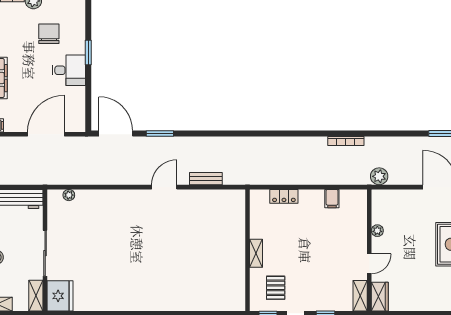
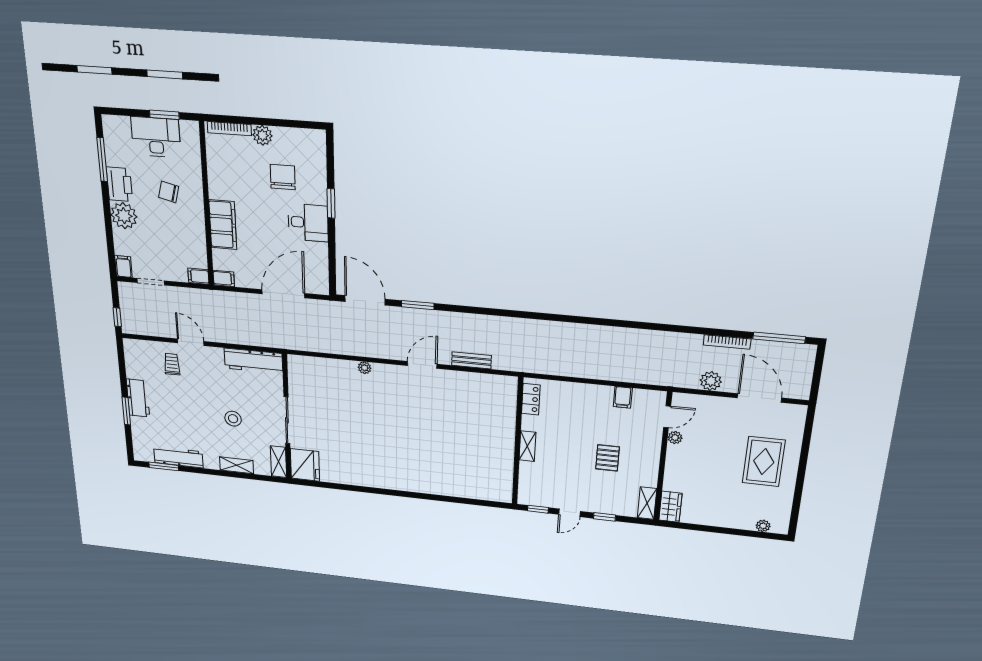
bookcase: (346, 141) -> (727, 342), moved
plant: (379, 176) -> (711, 381), moved
plant: (69, 195) -> (365, 368), moved
locker: (284, 196) -> (531, 399), moved, turned -90
door: (369, 264) -> (667, 417), moved
pallet: (276, 288) -> (607, 458), moved

